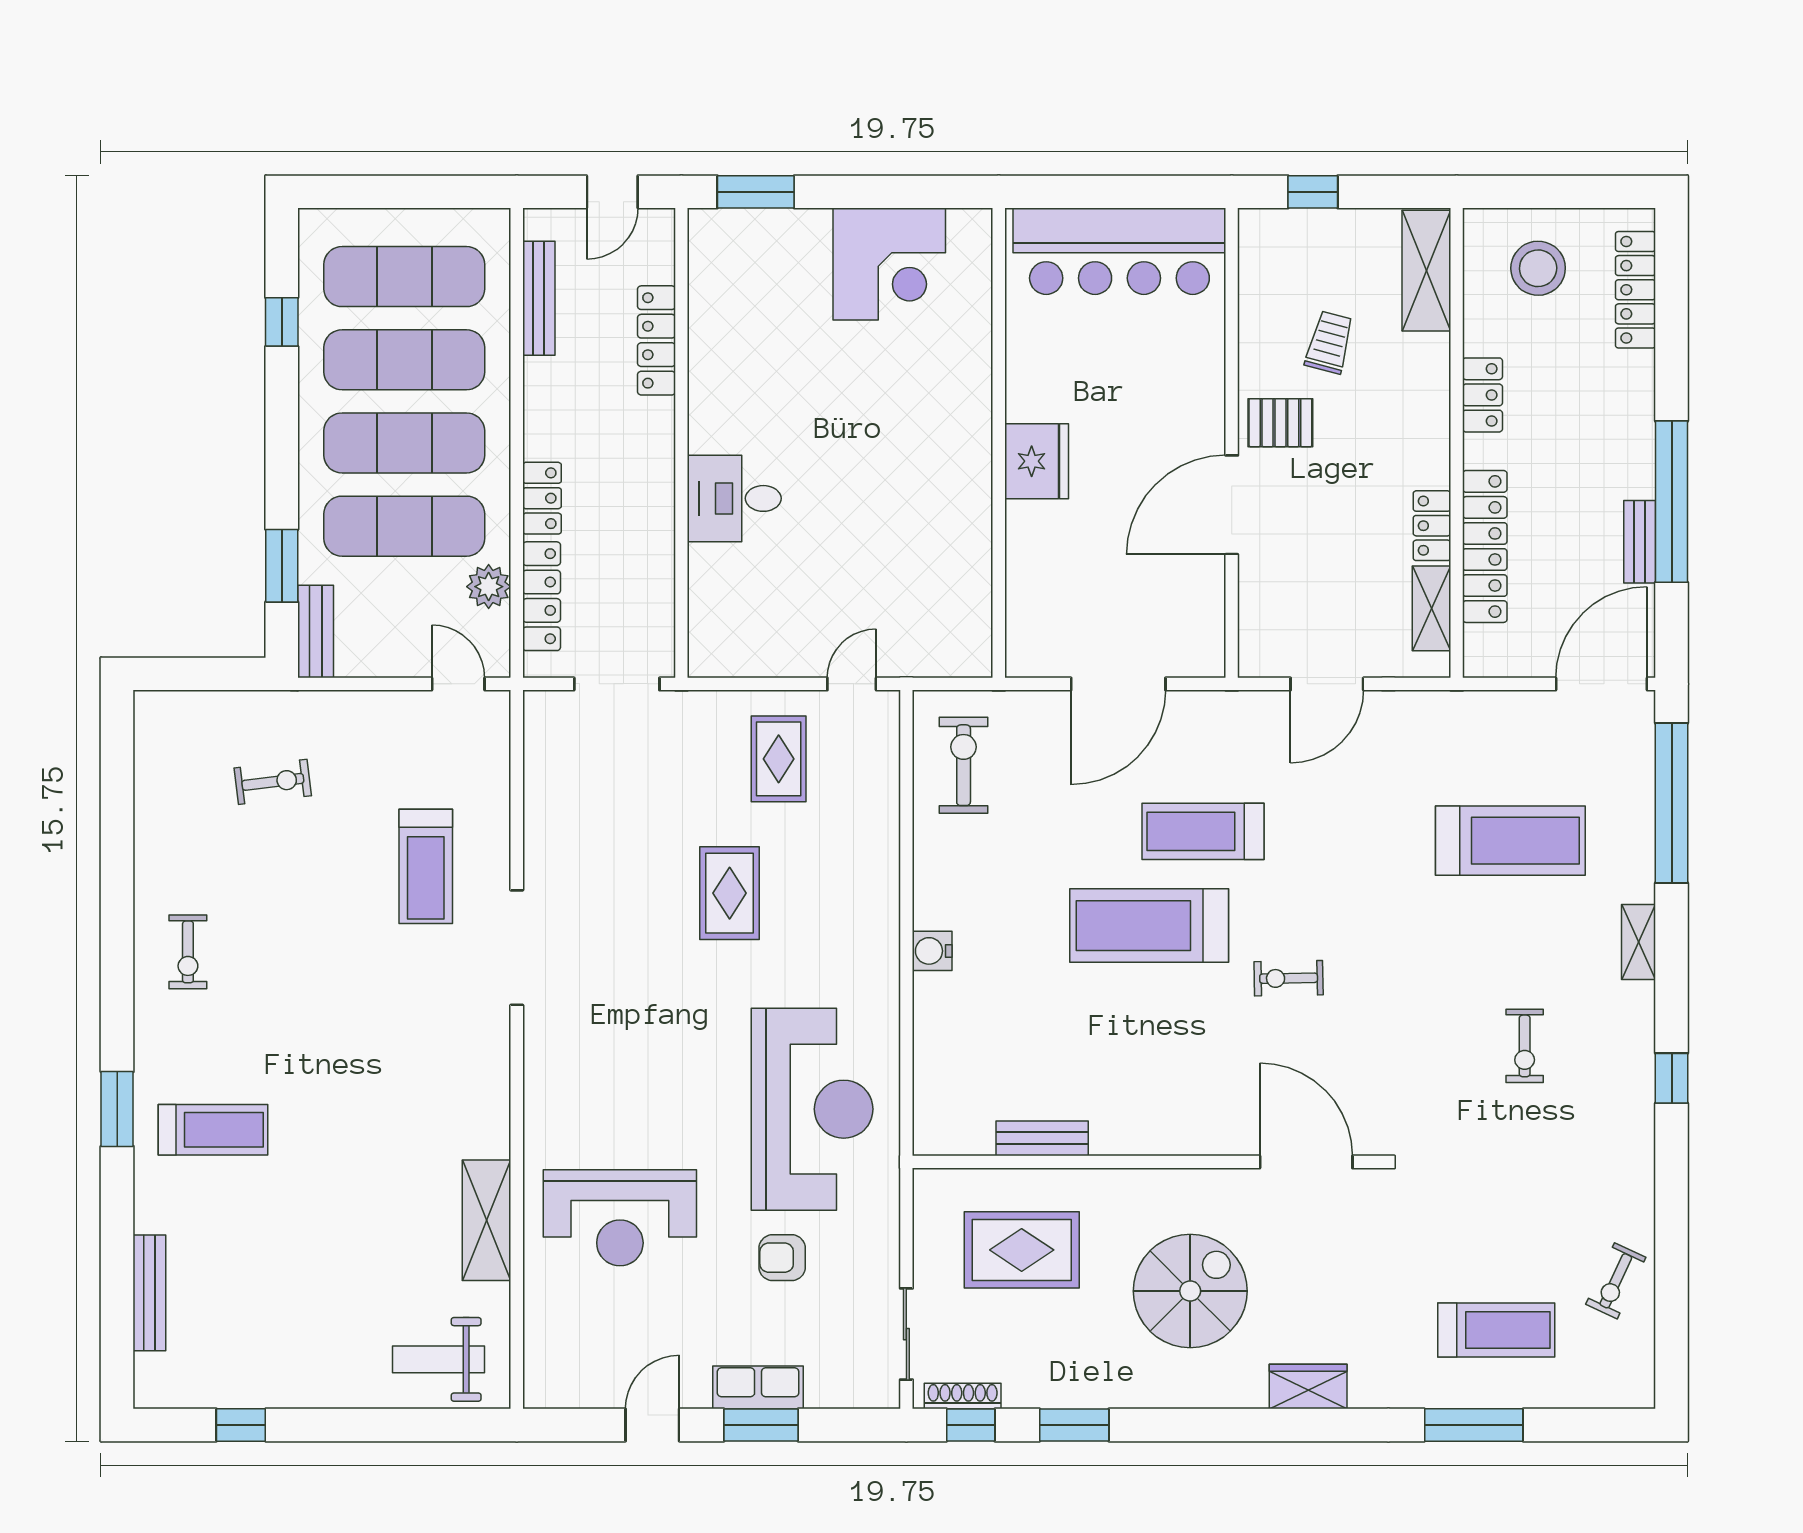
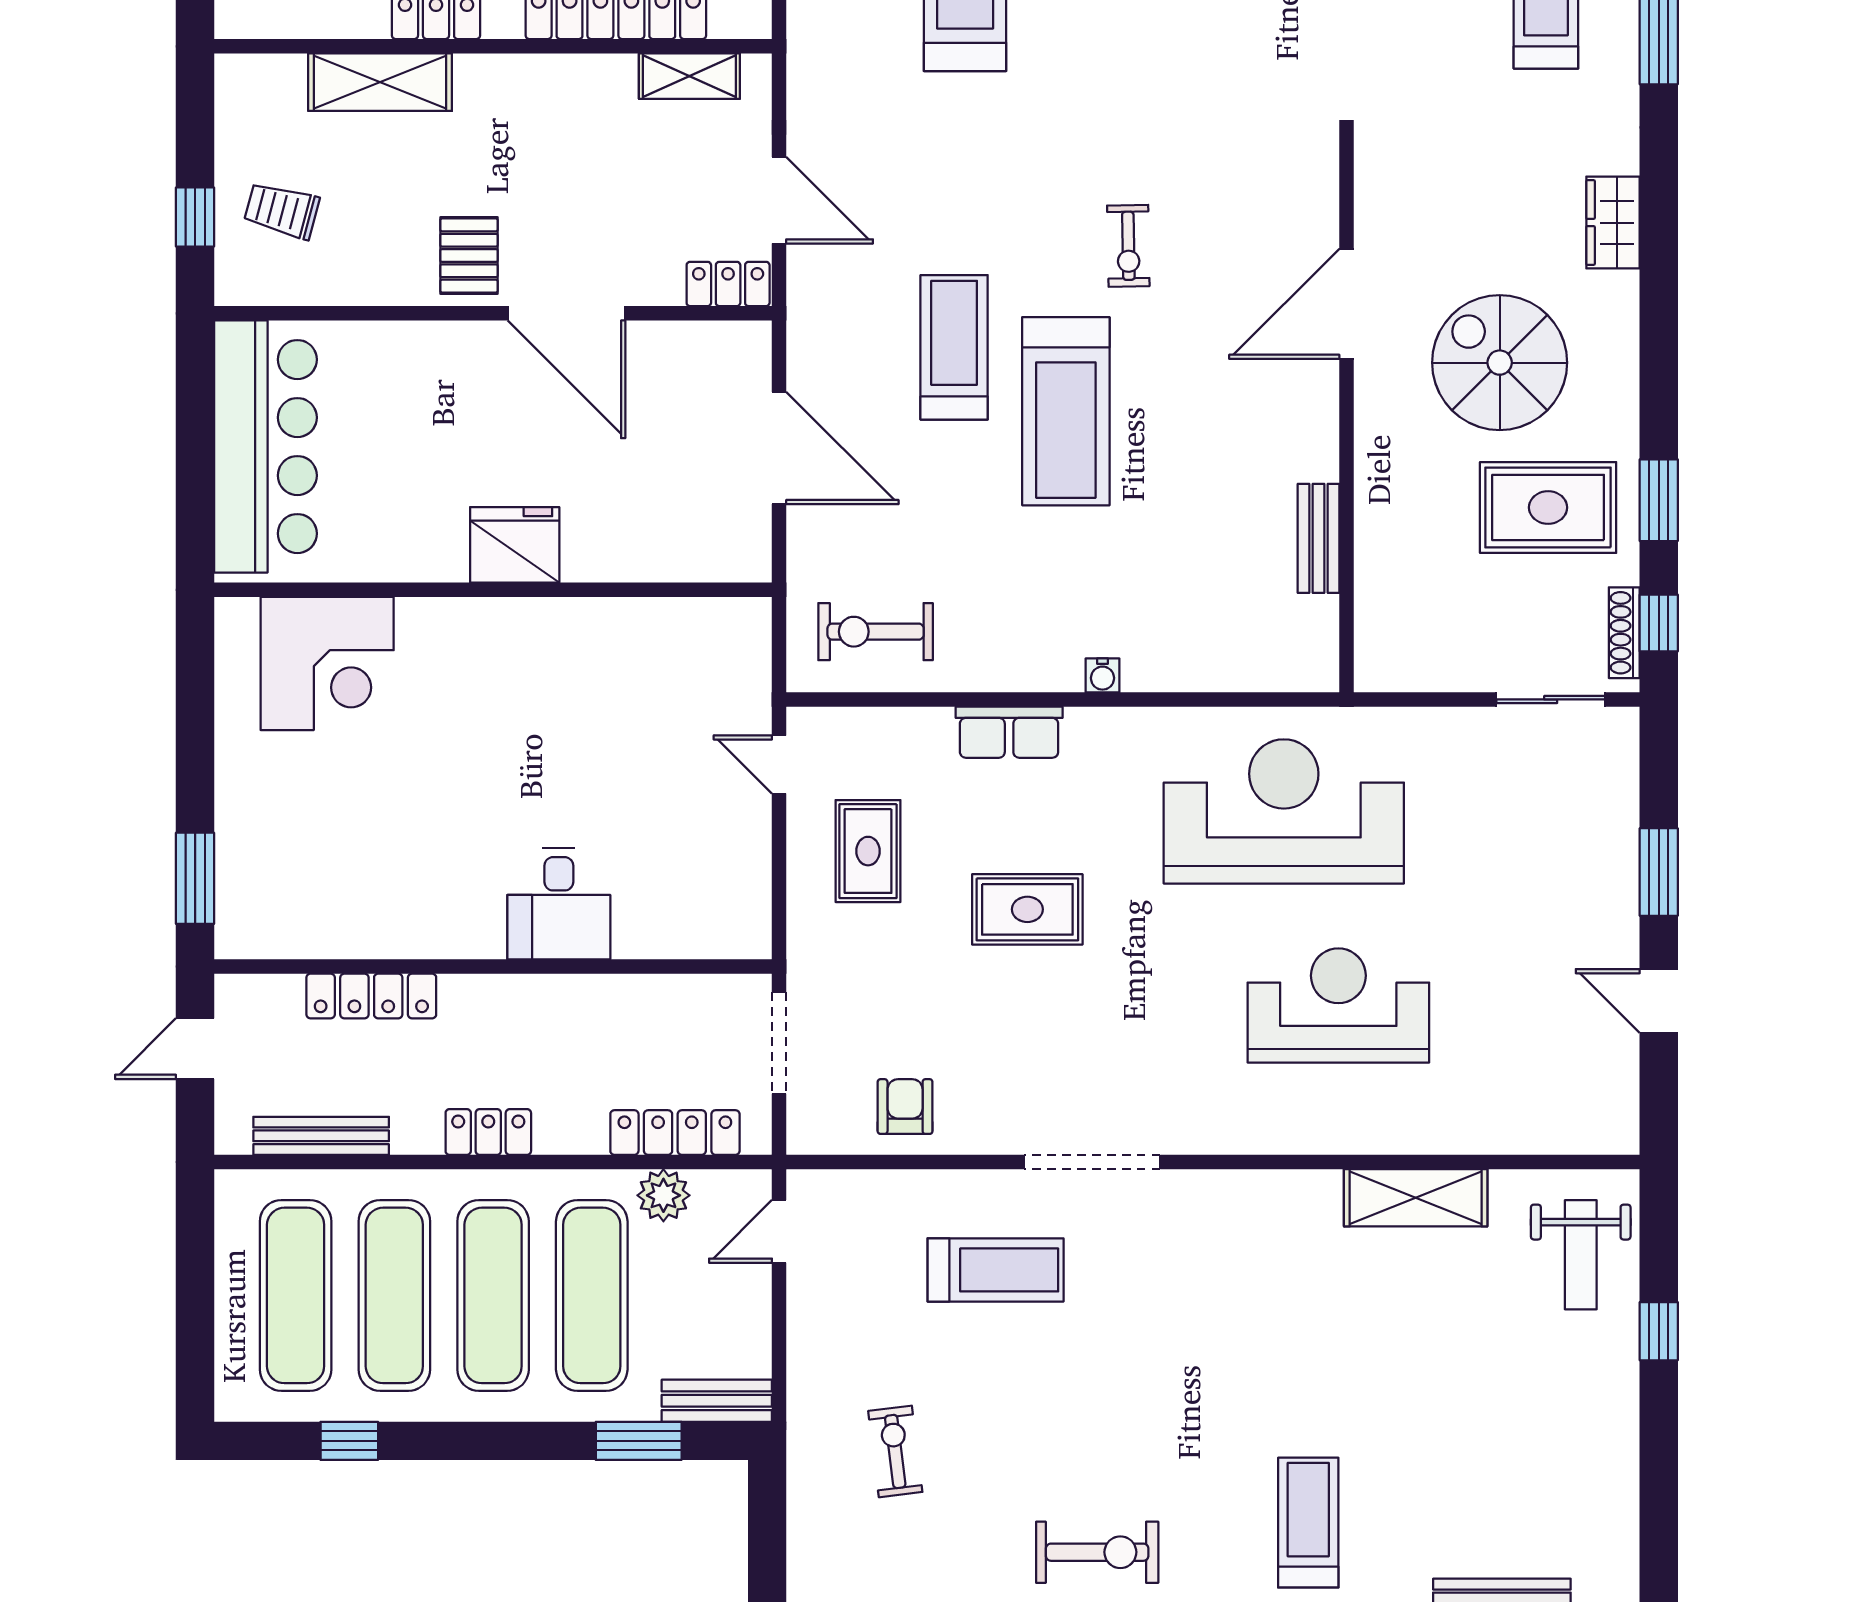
door: (612, 192) -> (195, 1049), swing flipped
corner desk: (889, 264) -> (327, 663), moved, turned 90
shelving: (1426, 271) -> (380, 82), moved
trolley: (1329, 342) -> (282, 210), moved
locker: (542, 498) -> (488, 1132), moved
locker: (1432, 526) -> (728, 284), moved, turned 180
rug: (779, 759) -> (868, 851), turned 90
treadmill: (1203, 831) -> (954, 347), turned 180
water cooler: (932, 951) -> (1103, 675), width x0.72, depth x0.72
exercise bike: (188, 952) -> (1097, 1552), width x1.38, depth x1.39
door: (1306, 1162) -> (1346, 304), moved
reception desk: (620, 1218) -> (1338, 1005), moved, turned -90
rug: (1022, 1250) -> (1548, 507), moved, turned 90
armchair: (782, 1258) -> (905, 1107), moved, turned 180
row of seats: (758, 1387) -> (1009, 732), moved, turned -90
window: (241, 1425) -> (1659, 1331), moved

